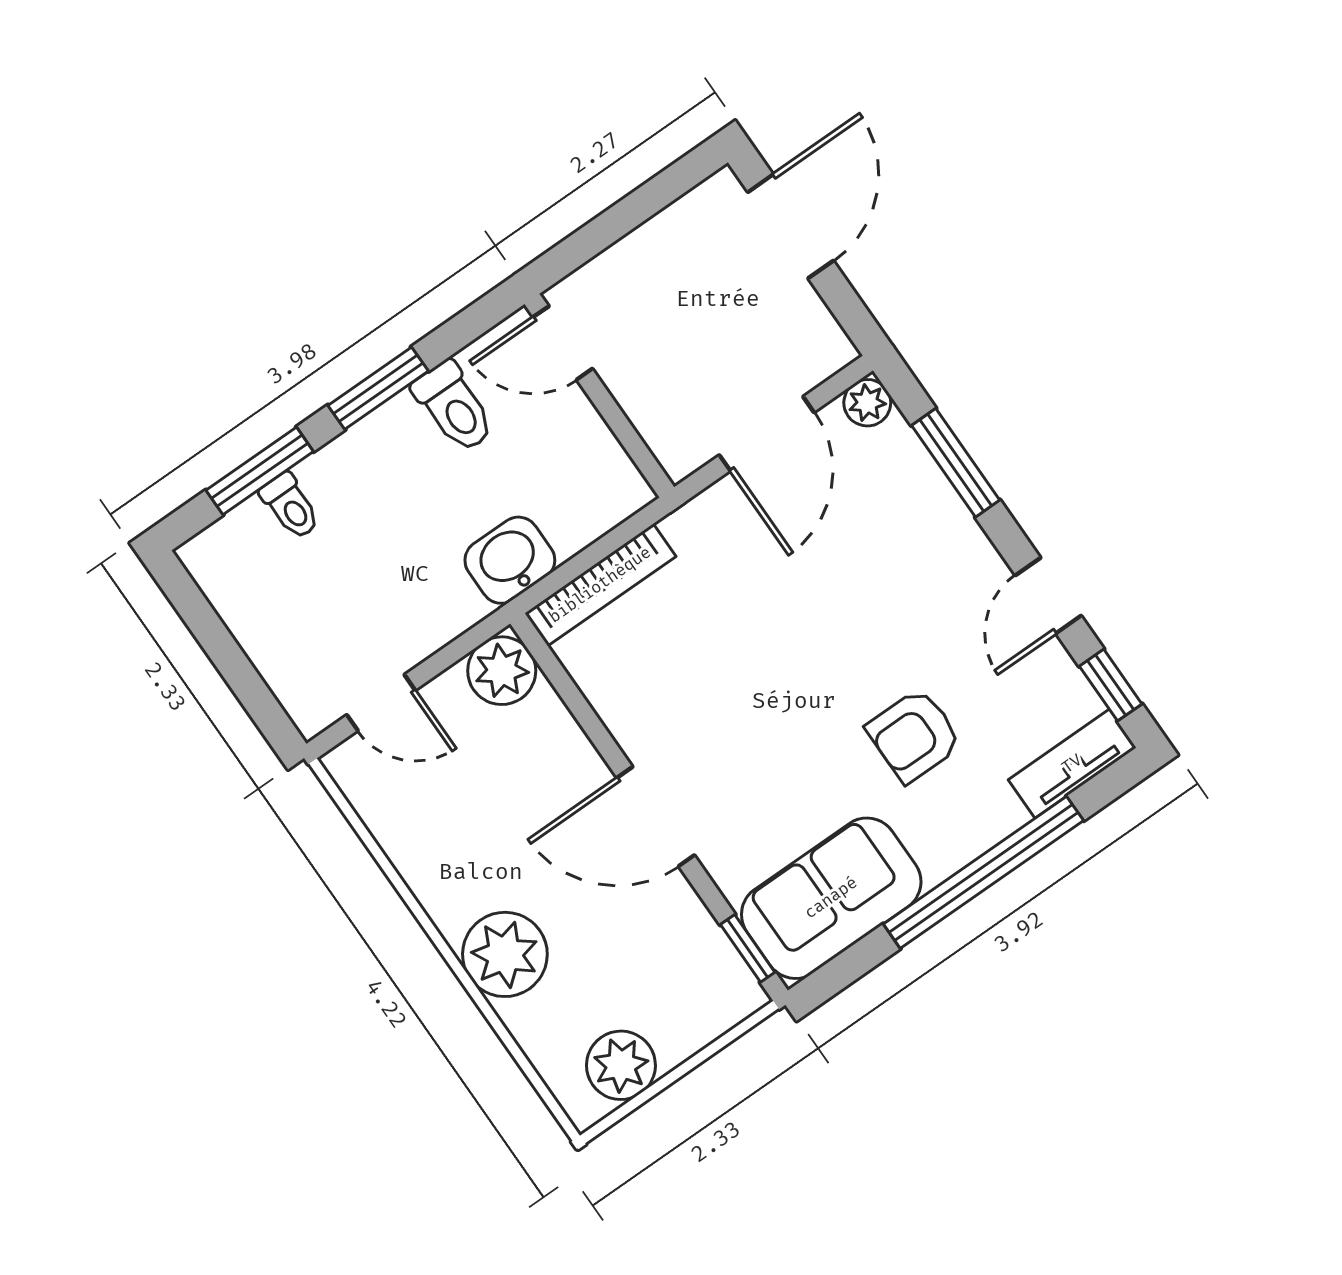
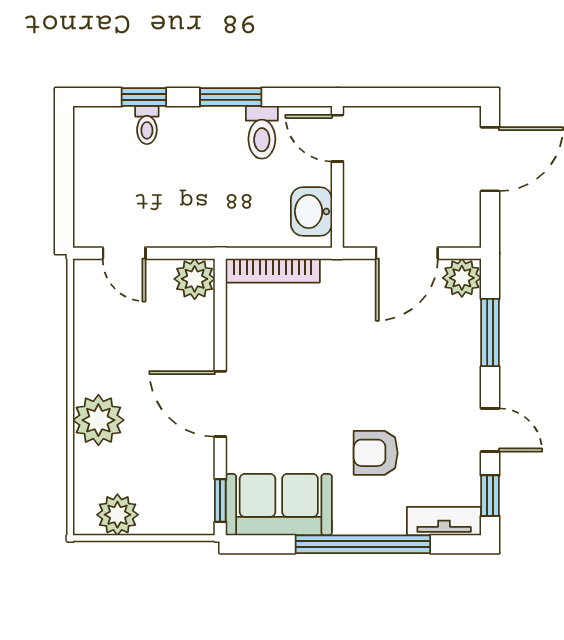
plant: (867, 403) -> (462, 278), width x1.38, depth x1.38
window: (260, 471) -> (144, 97), width x0.67
washbasin: (510, 560) -> (311, 211), moved, turned -90
door: (1048, 596) -> (490, 430), swing flipped

